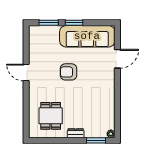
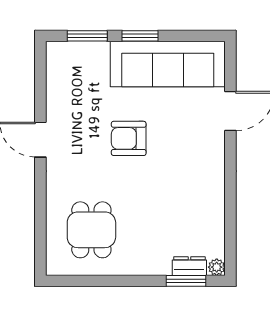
dresser: (76, 133) -> (189, 266), moved

